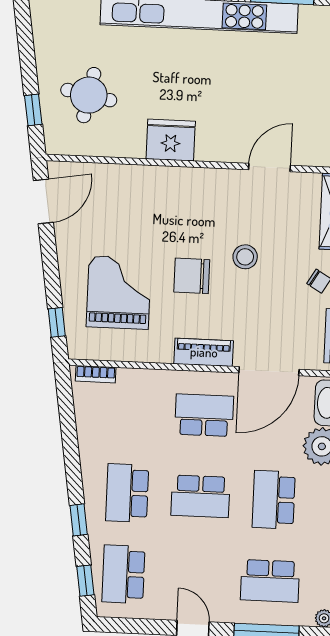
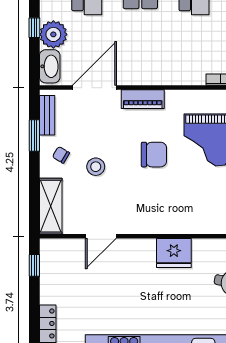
stool: (245, 257) -> (96, 167), moved
school desk: (204, 415) -> (140, 53), removed

